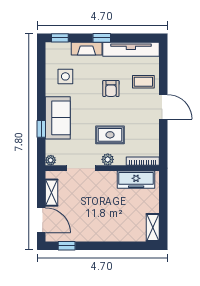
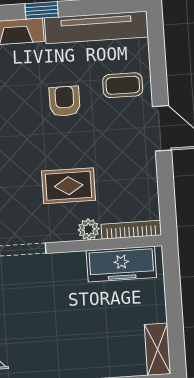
armchair: (111, 88) -> (65, 101), turned 180
plant: (108, 159) -> (89, 229), moved

